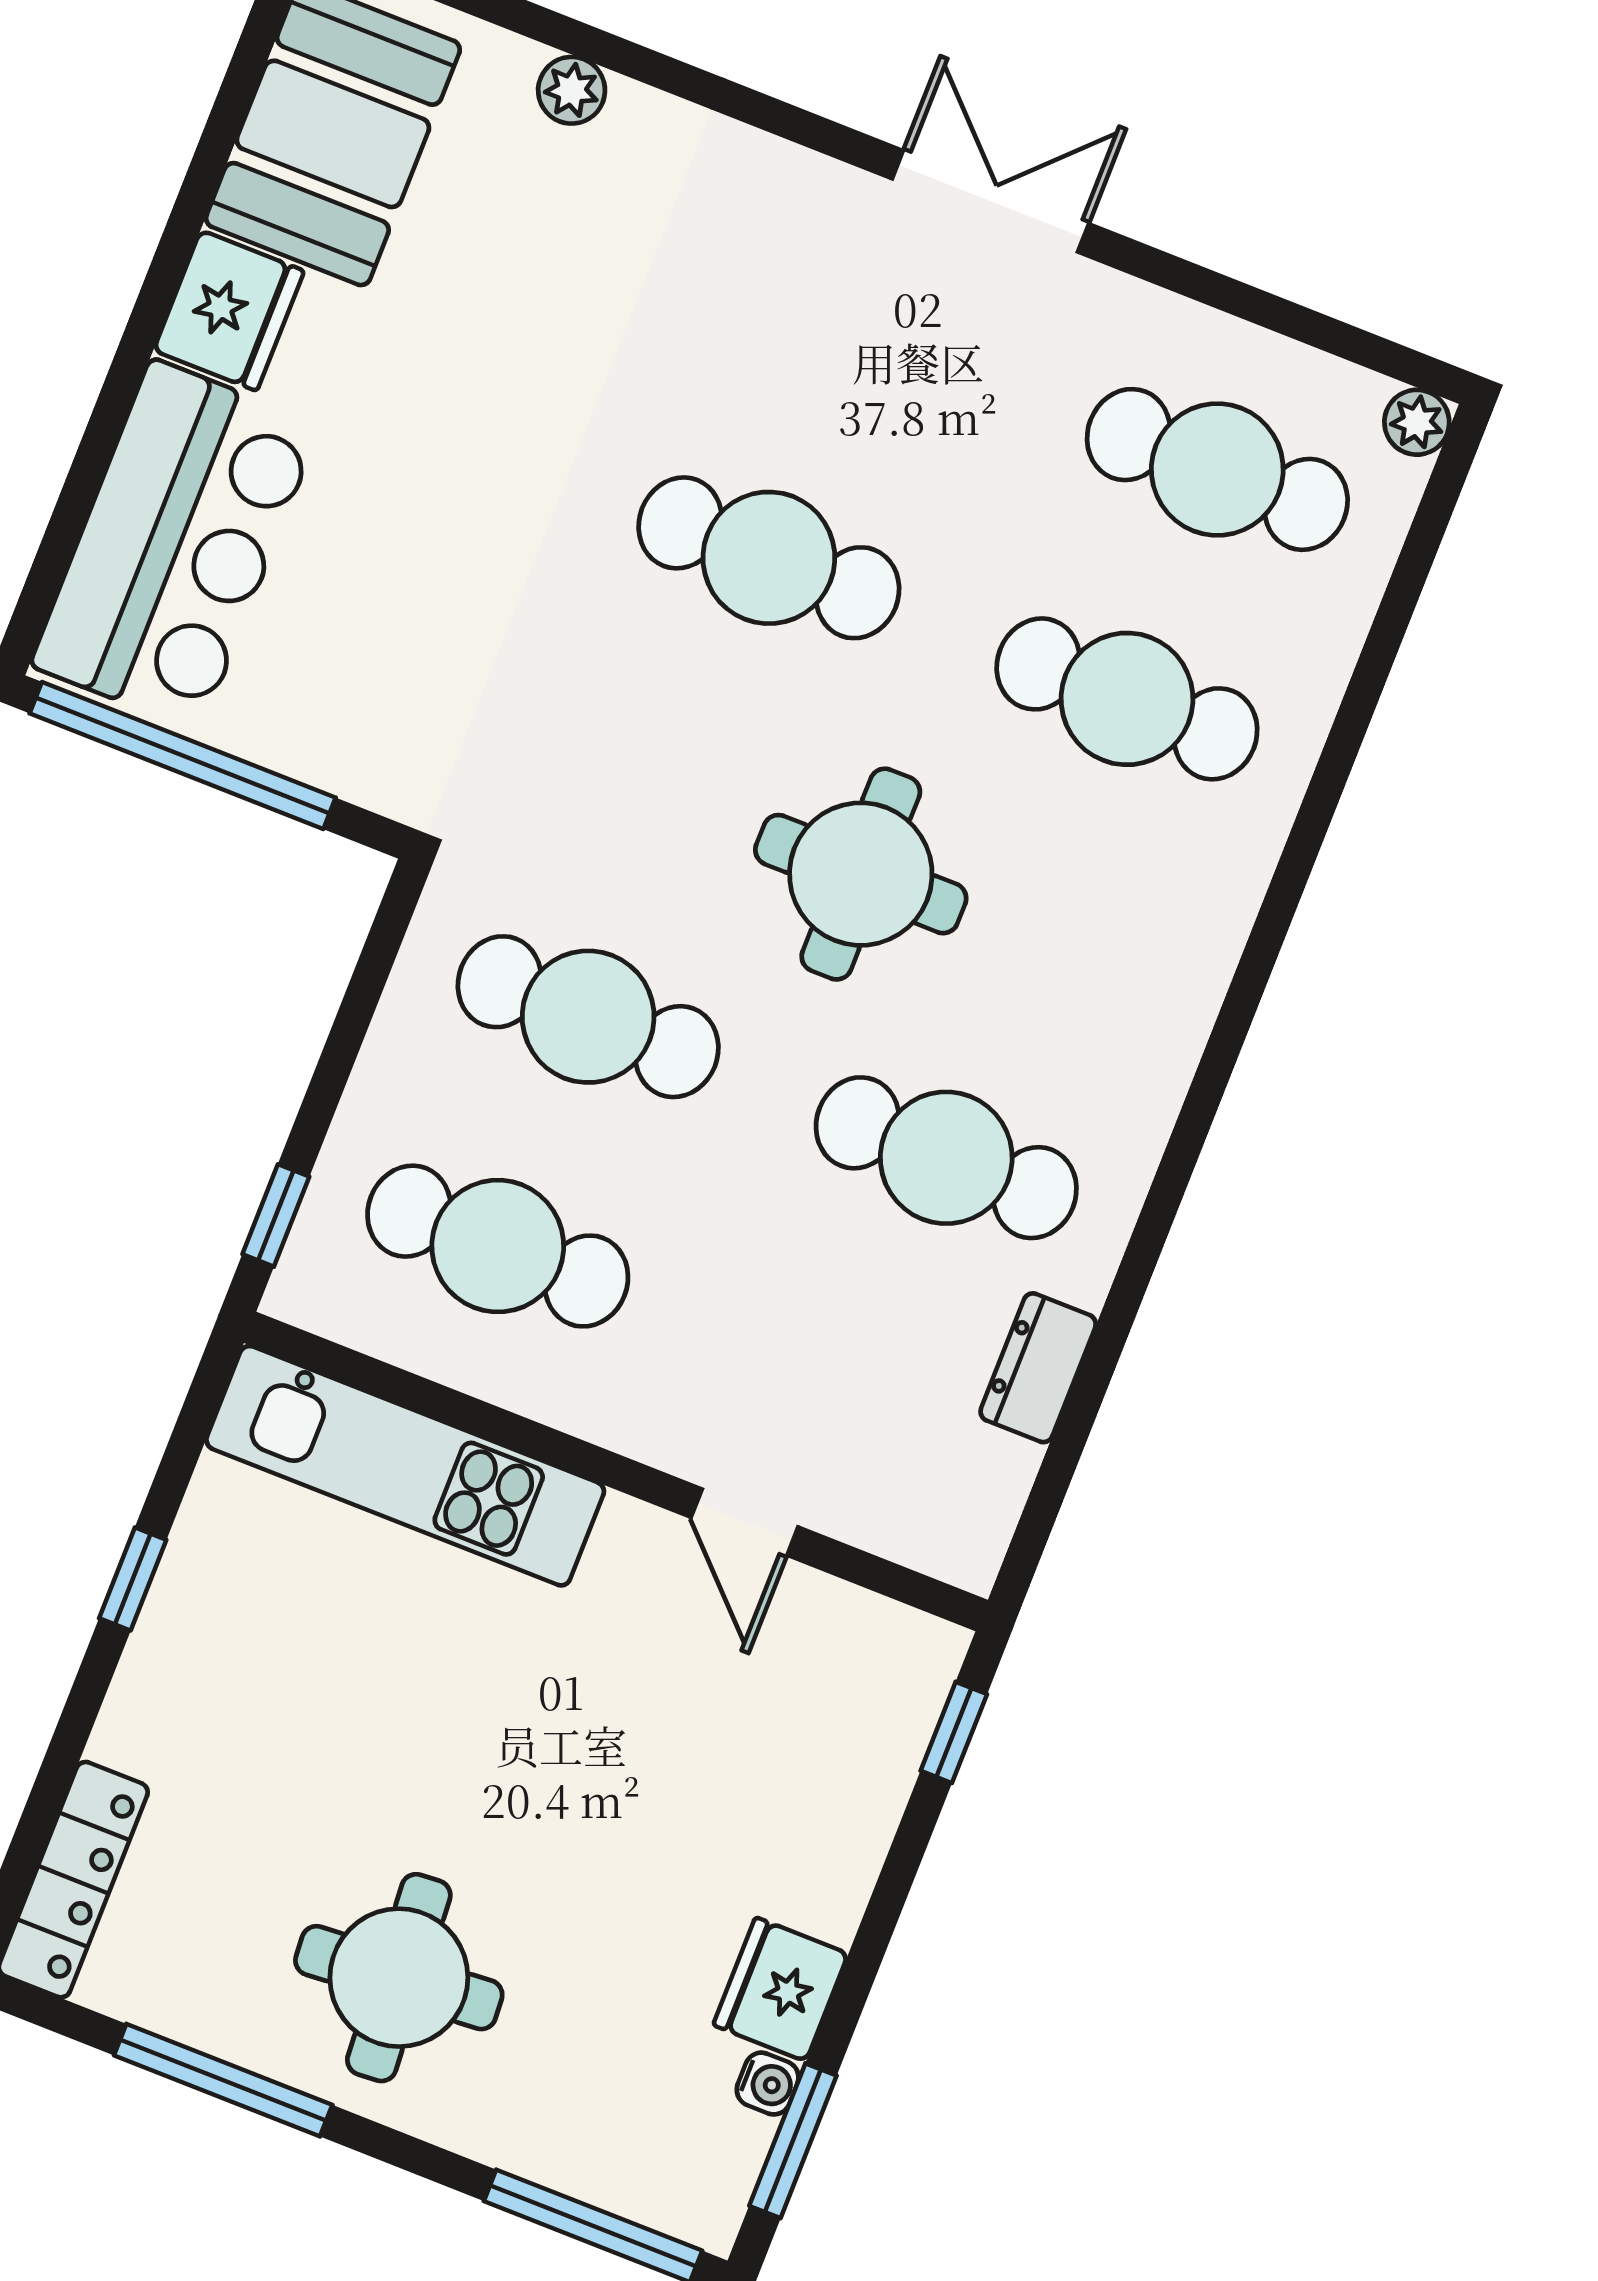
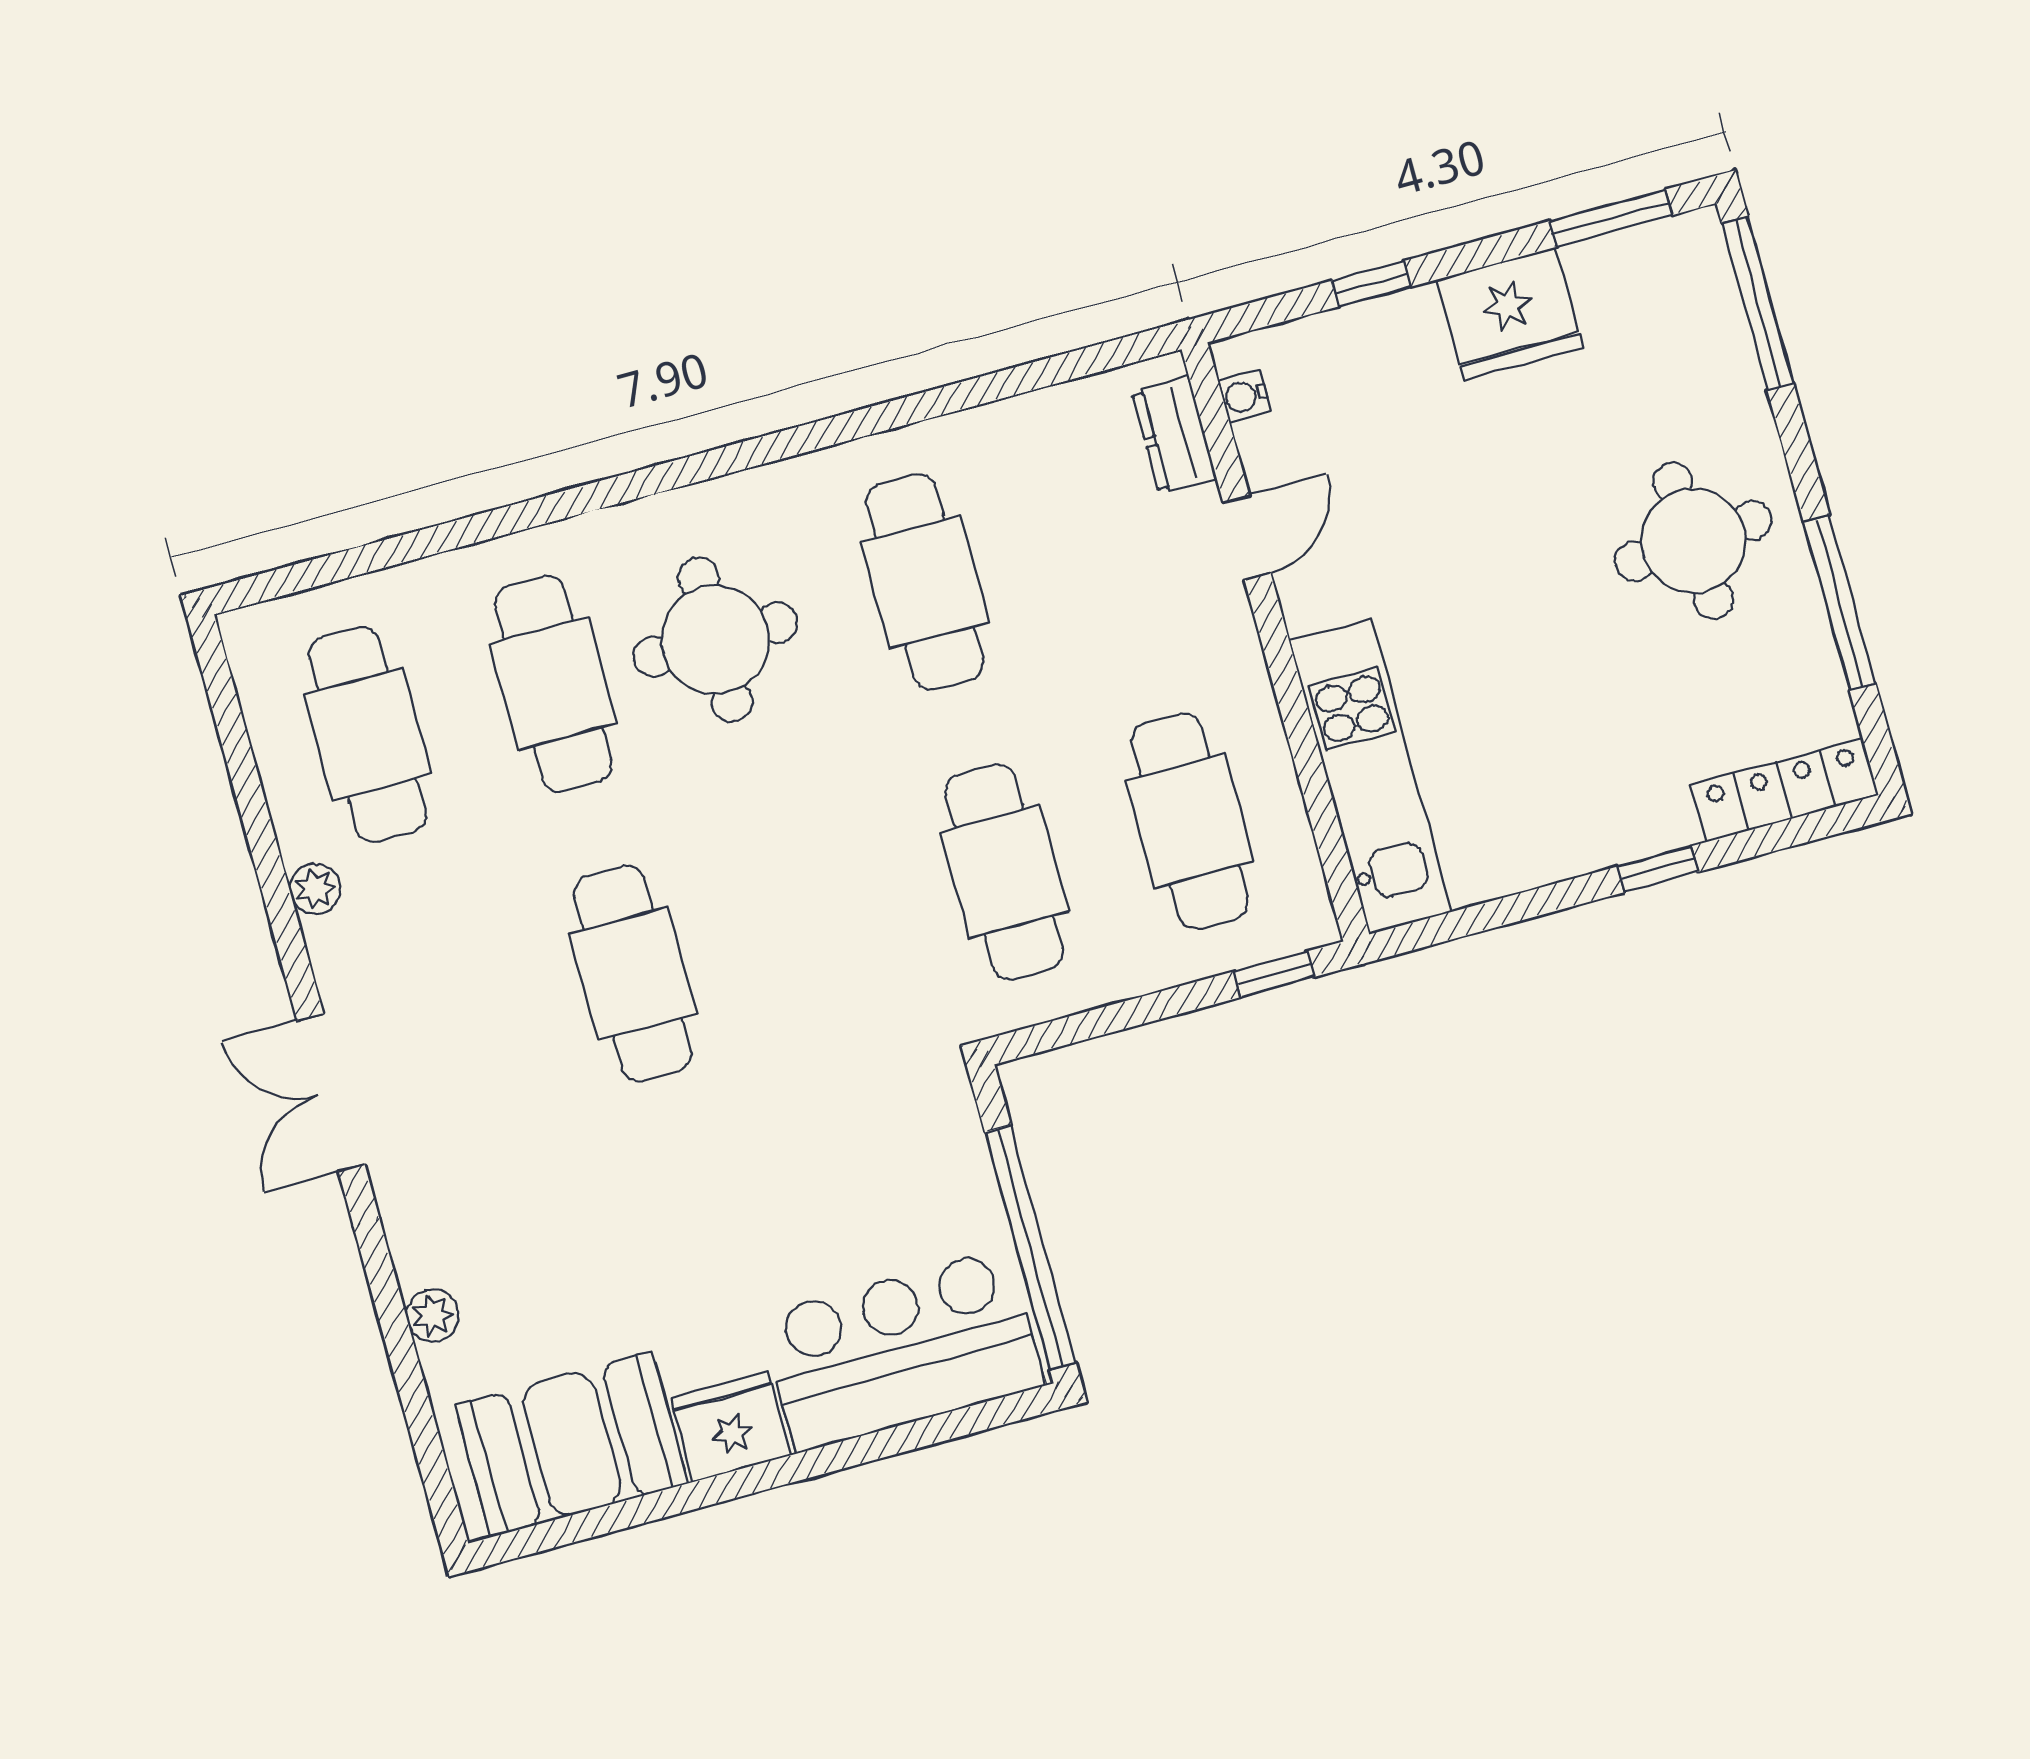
double door: (990, 201) -> (331, 1093), moved
plant: (1417, 422) -> (315, 889), moved
round table: (861, 874) -> (715, 640), moved
dresser: (1038, 1368) -> (1174, 435), moved, turned 90
window: (133, 1579) -> (1658, 869), moved
window: (954, 1732) -> (1371, 284), moved
fridge: (781, 1989) -> (1510, 314), width x1.36, depth x1.34
water cooler: (768, 2084) -> (1244, 396), moved, turned -90

